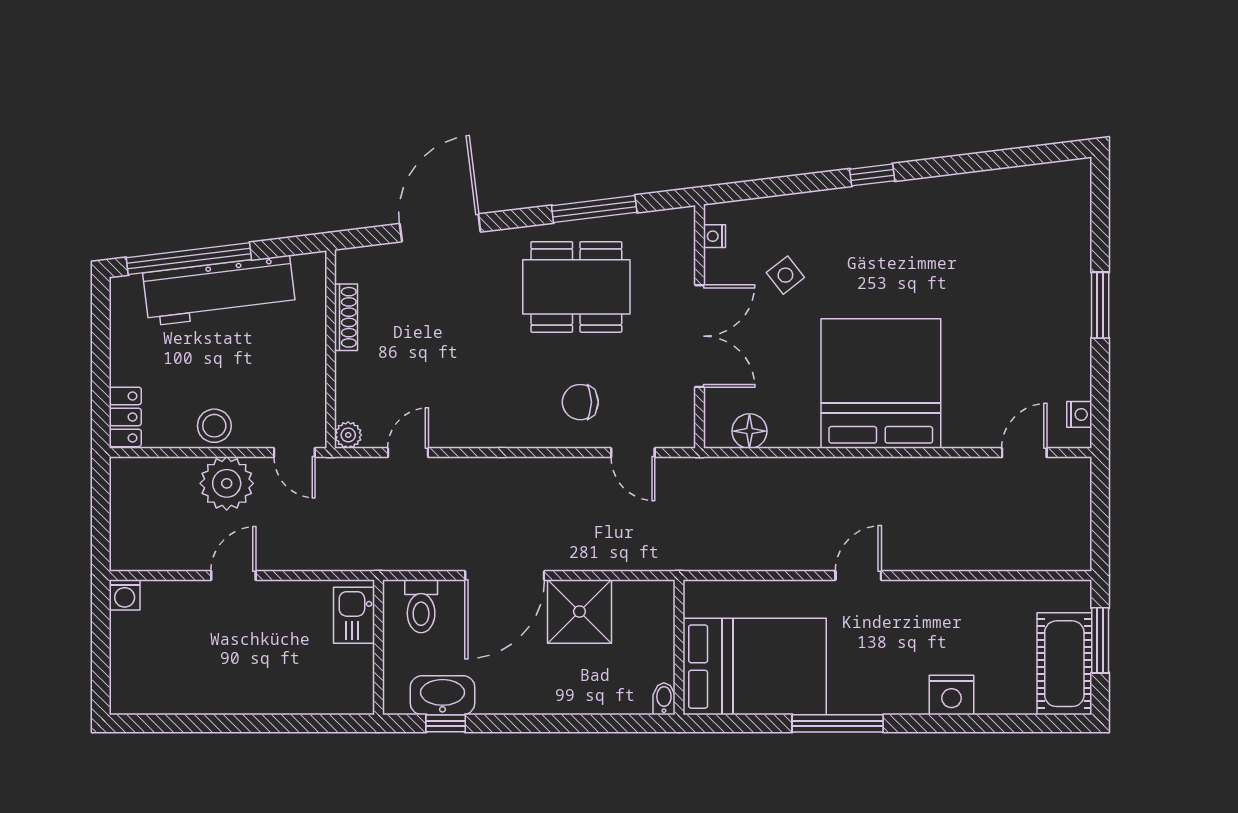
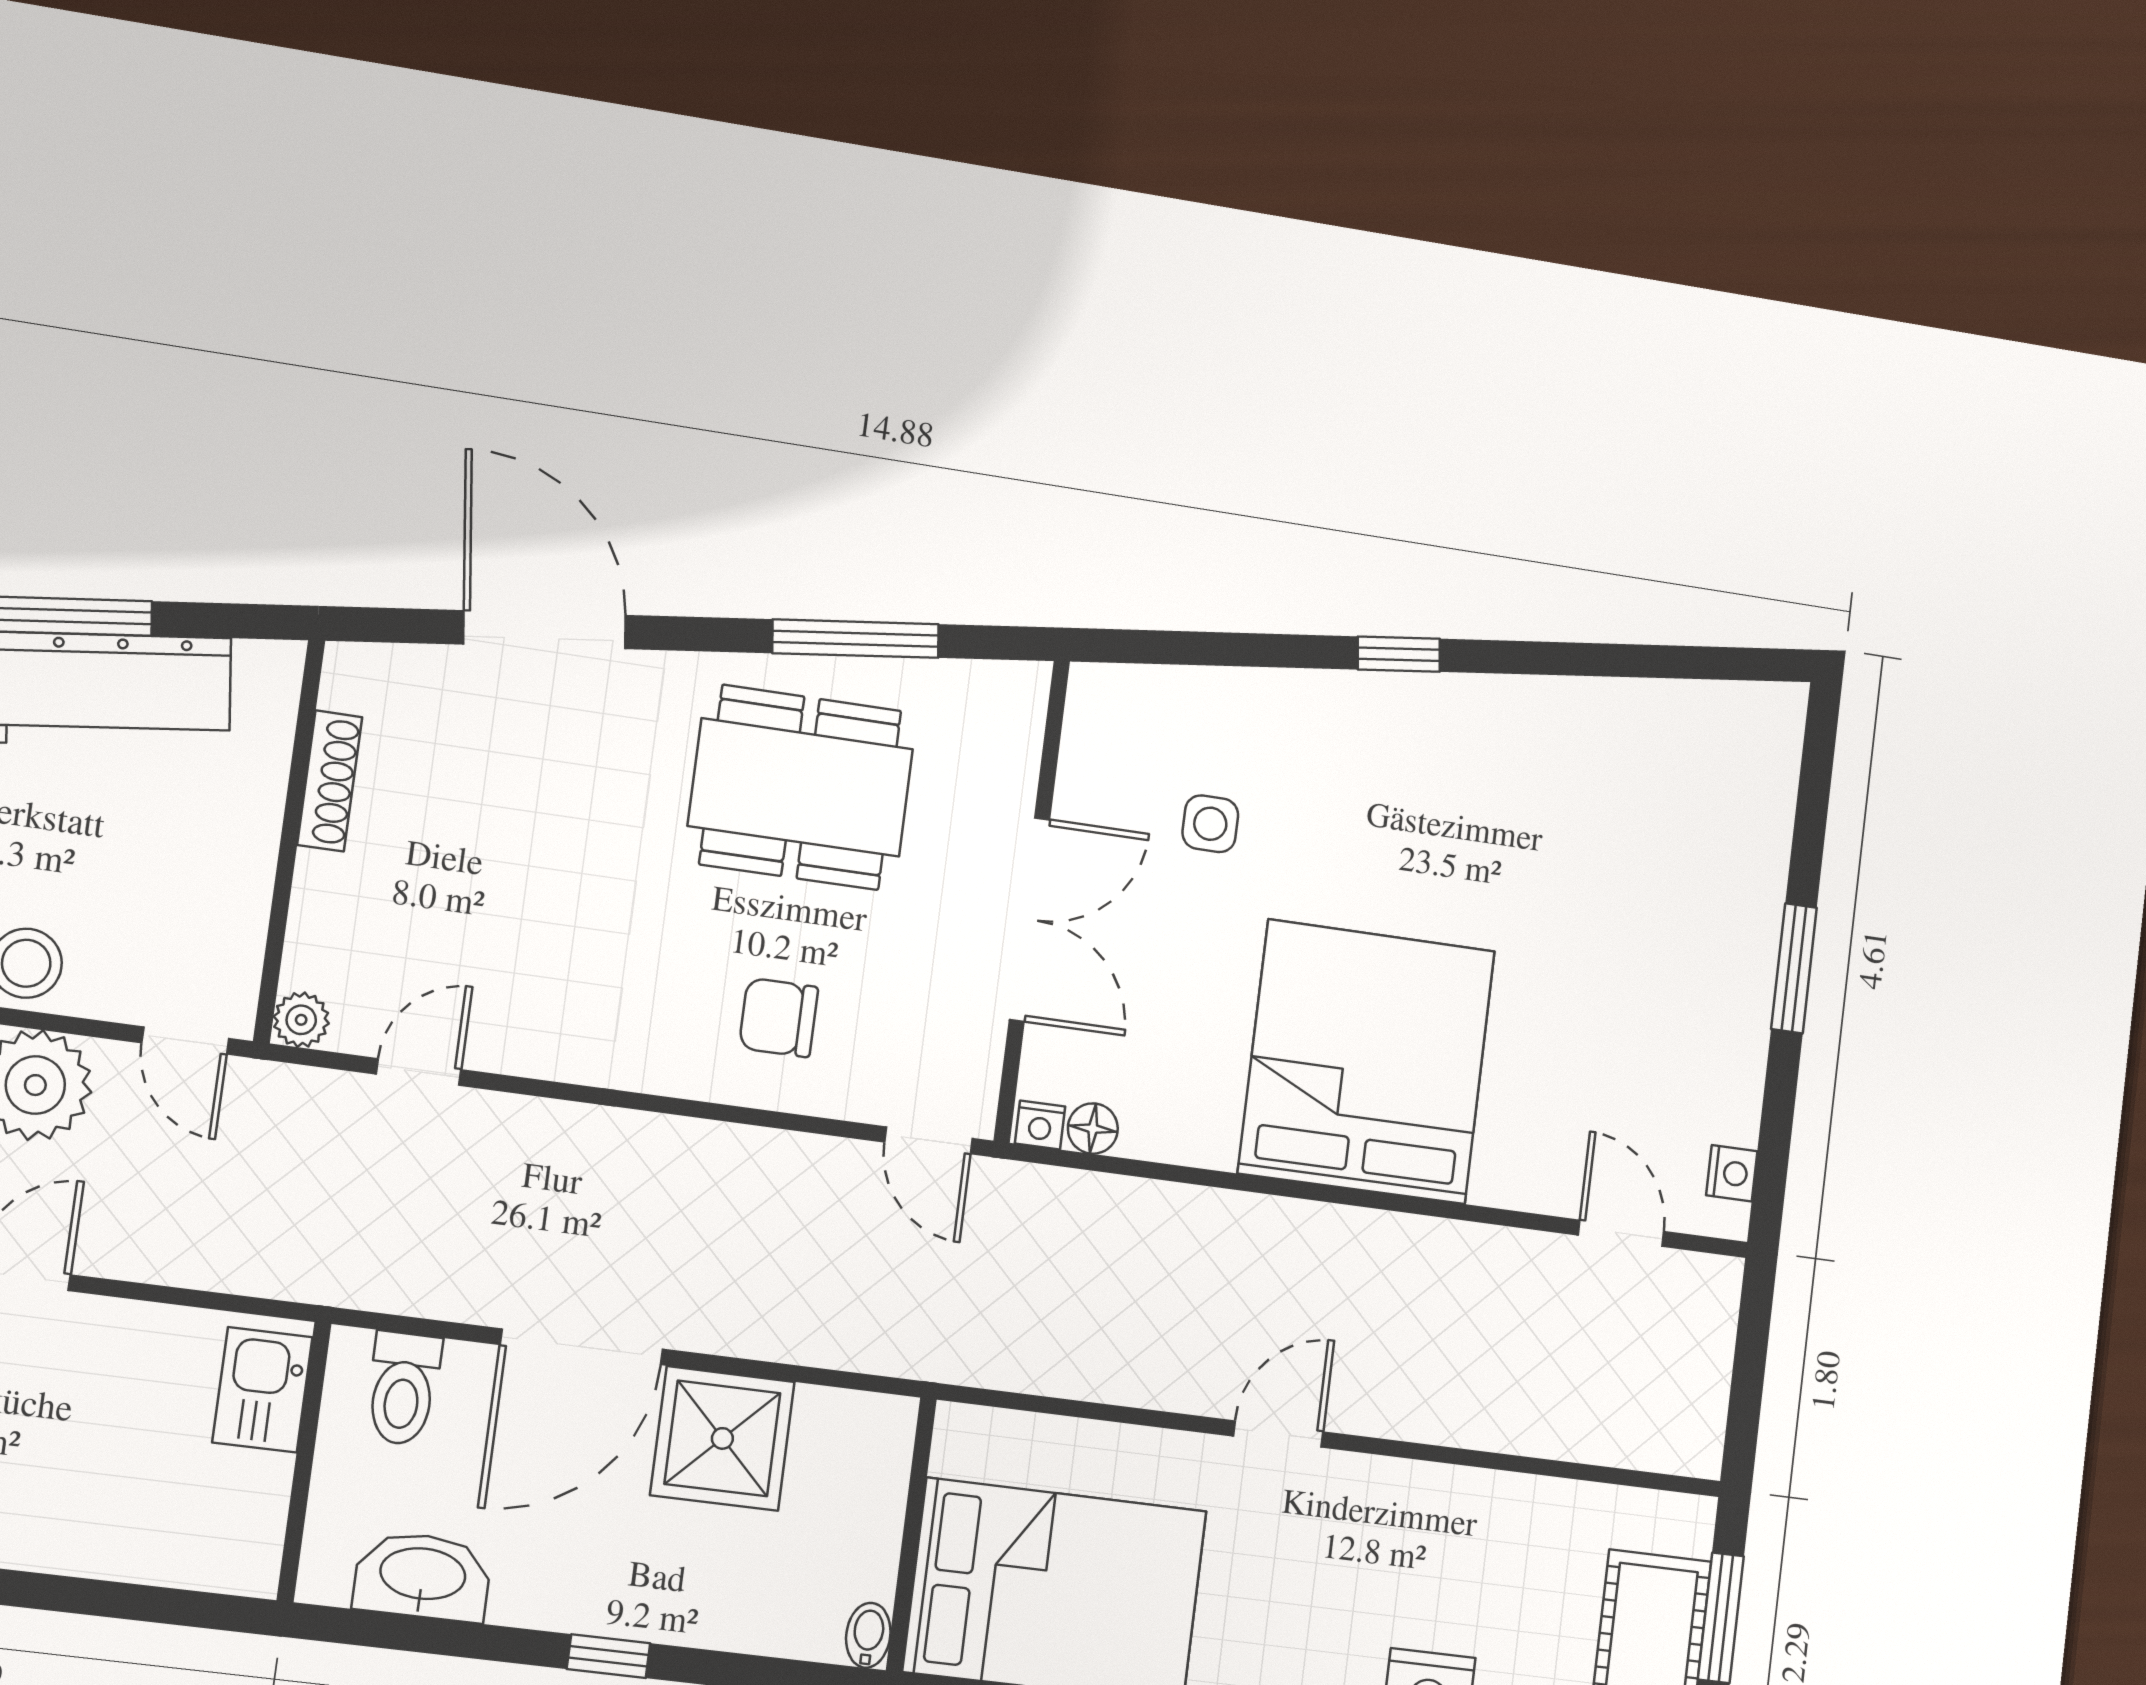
door: (440, 228) -> (545, 630), hinge flipped
nightstand: (714, 236) -> (1040, 1125), moved, turned -90
side table: (785, 275) -> (1210, 824), turned 38
floor lamp: (749, 431) -> (1093, 1129), width x0.73, depth x0.73
door: (633, 453) -> (928, 1140), moved
door: (1024, 453) -> (1621, 1233), hinge flipped
window: (446, 723) -> (608, 1656), moved

